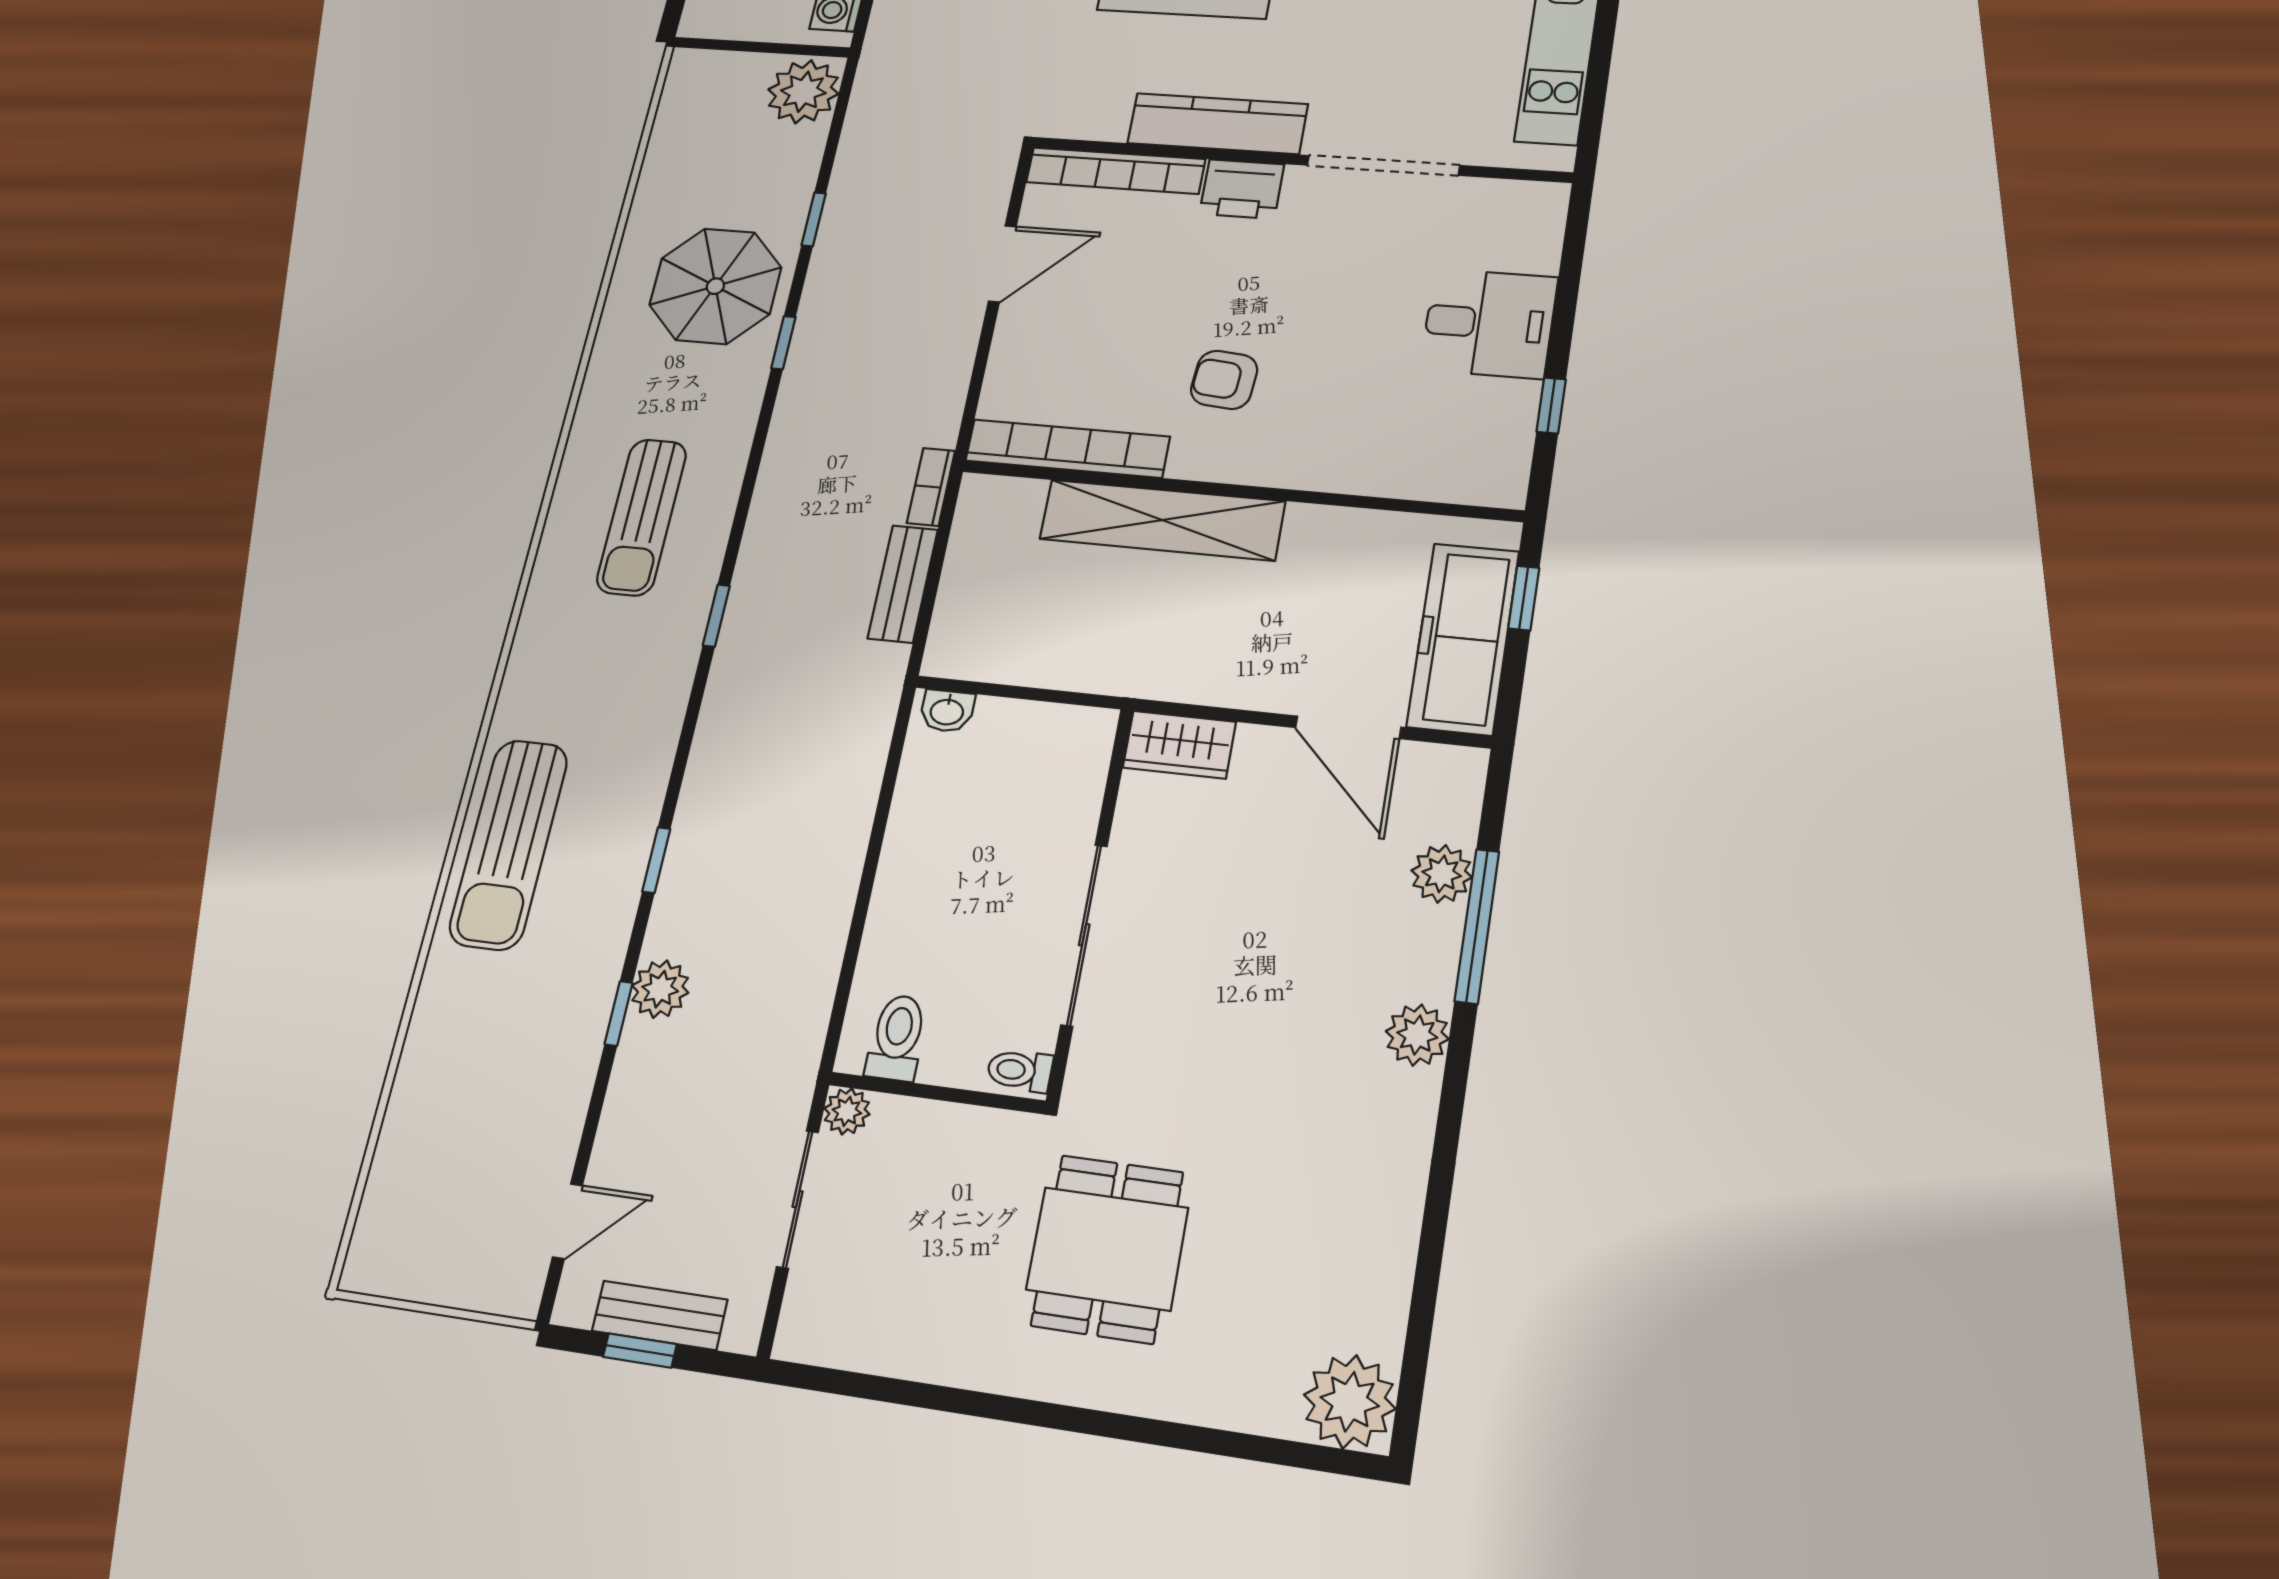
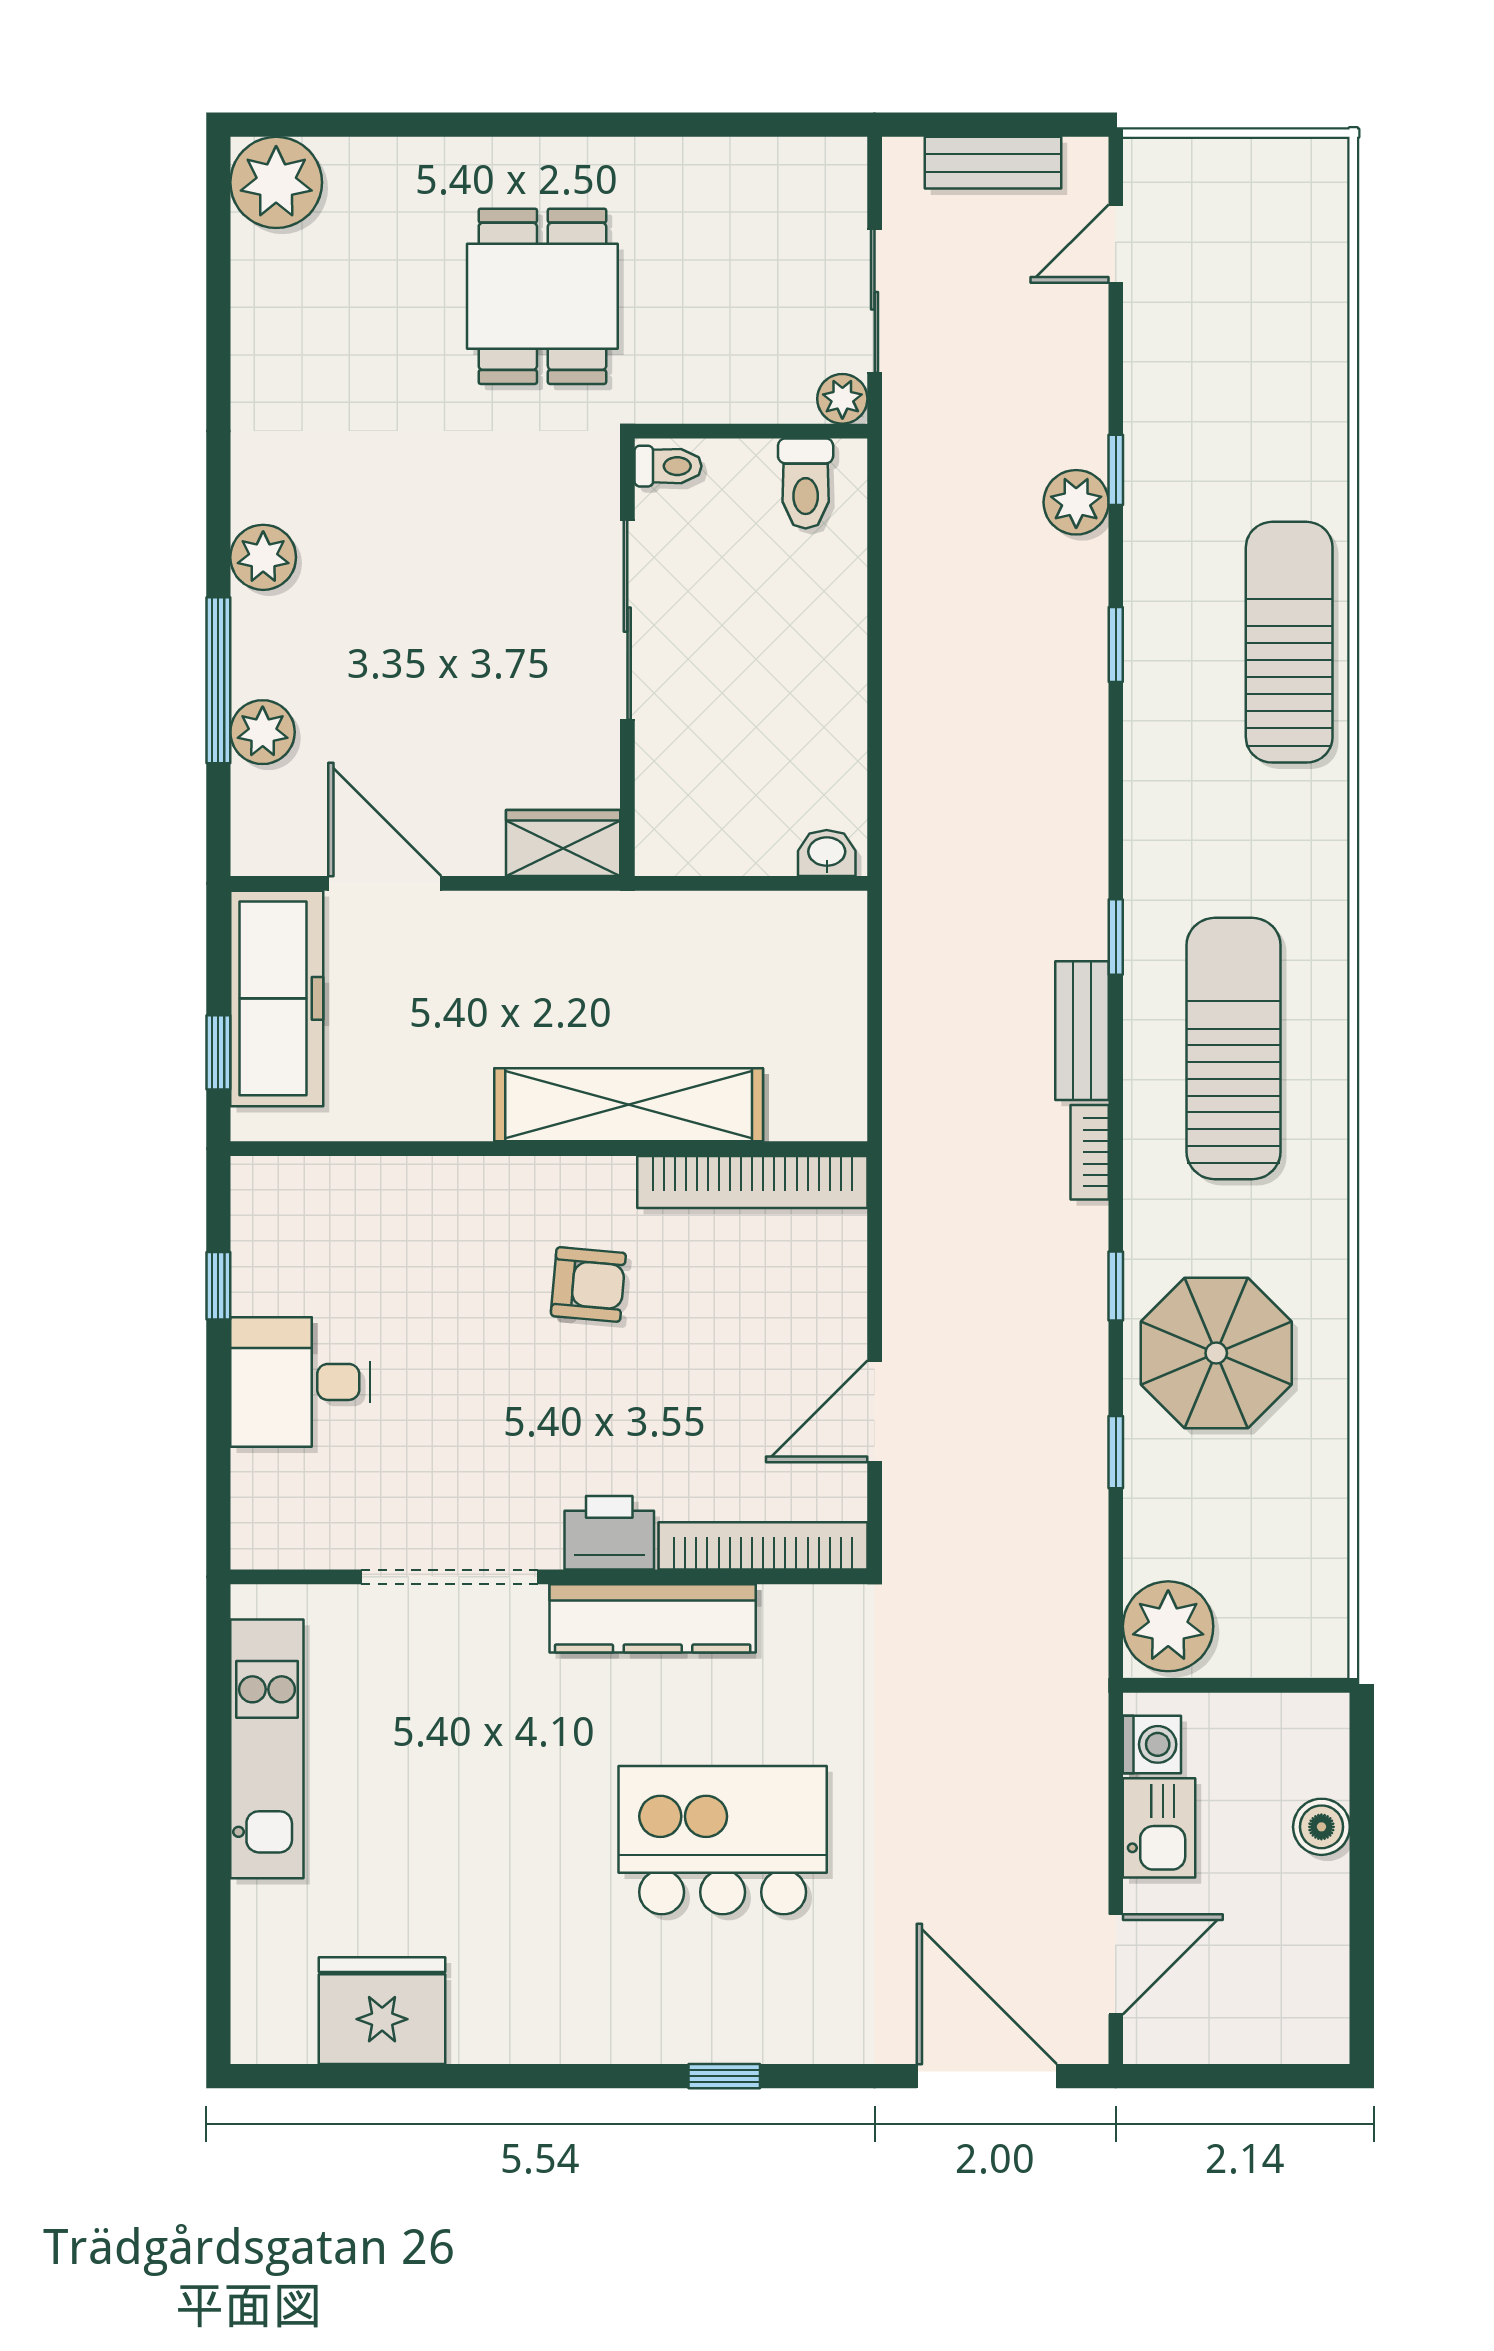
bookcase: (931, 487) -> (1090, 1152), moved, turned 180
sun lounger: (642, 517) -> (1233, 1049), width x1.36, depth x1.34
bench: (903, 584) -> (1082, 1031), moved
window: (640, 1351) -> (1005, 125), removed

